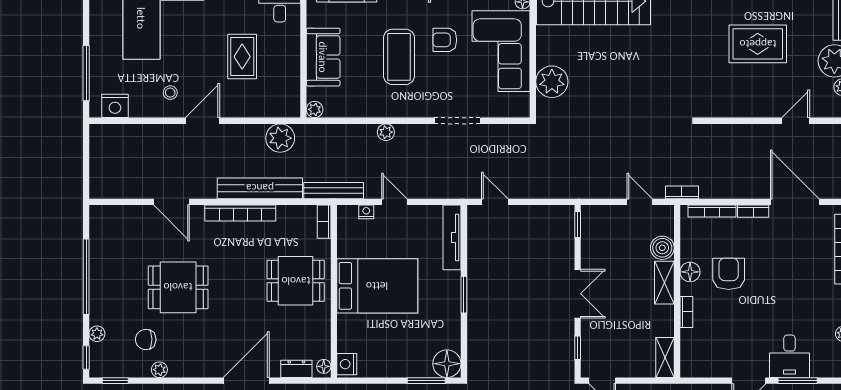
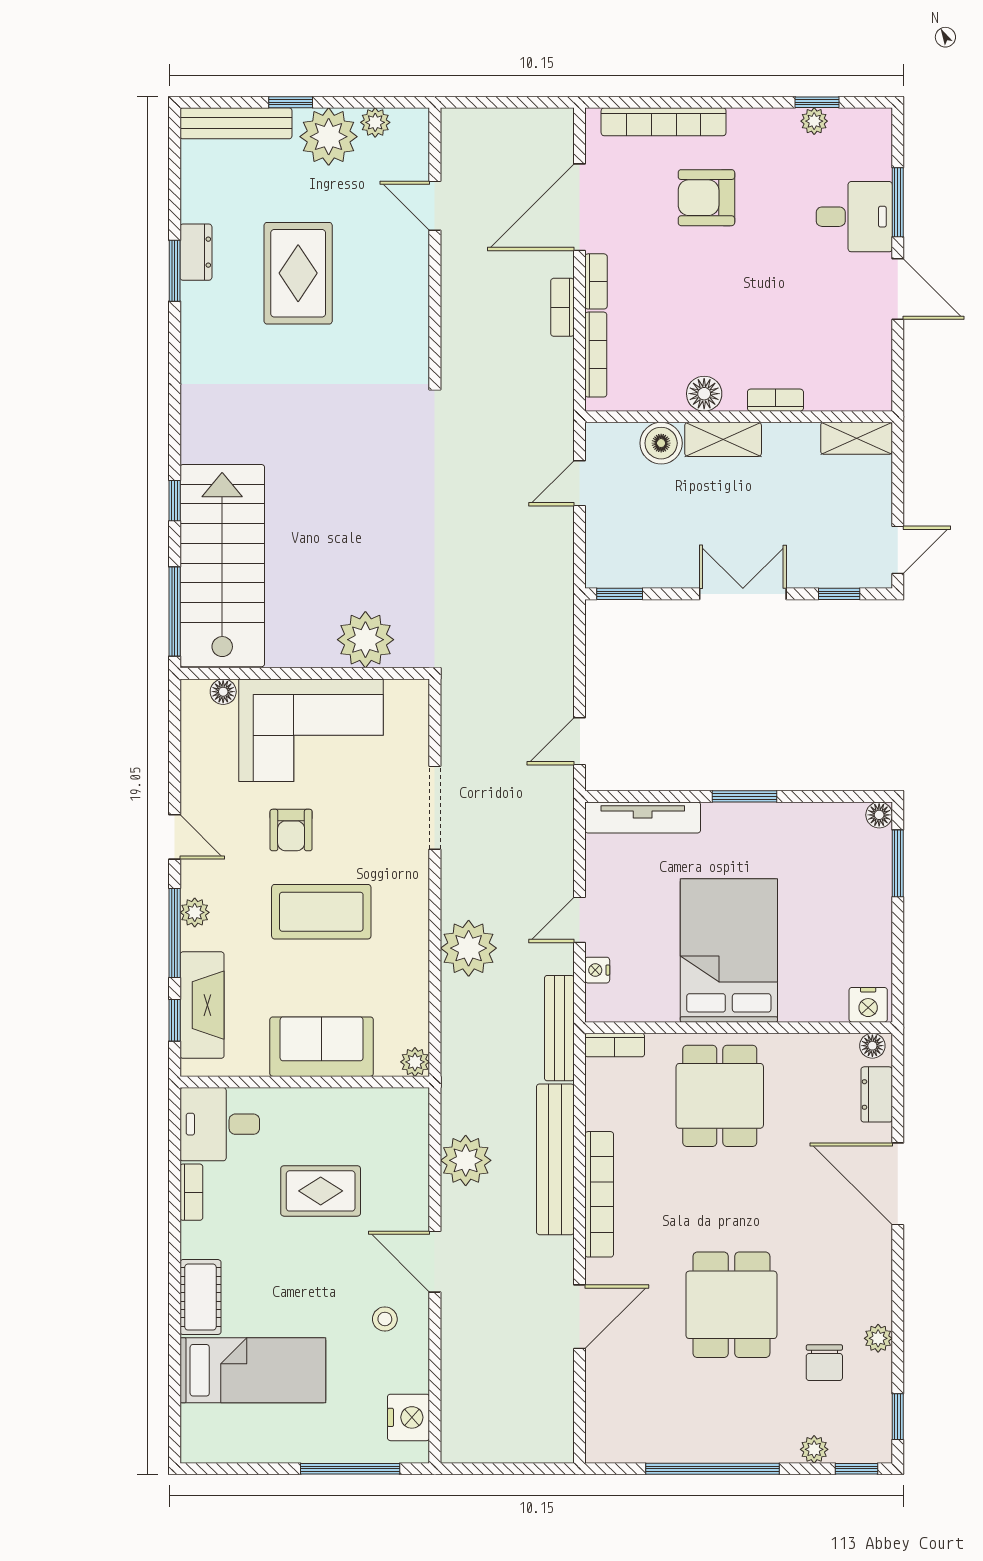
plant: (386, 132) -> (469, 948), width x1.88, depth x1.88
plant: (280, 138) -> (466, 1160), moved
bookcase: (682, 192) -> (562, 307), moved
armchair: (729, 274) -> (706, 198), moved
floor lamp: (447, 364) -> (879, 815), width x0.53, depth x0.53

